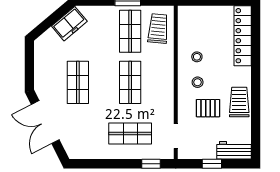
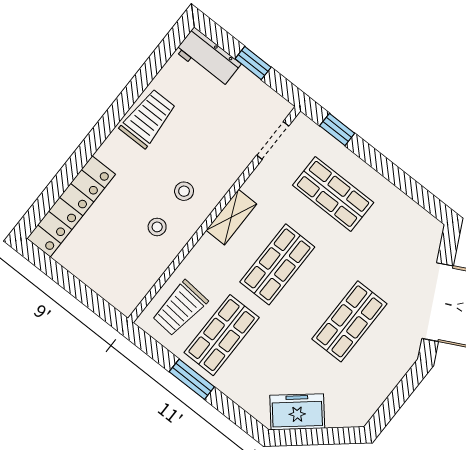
shelving: (167, 87) -> (231, 217), added
trolley: (239, 102) -> (148, 118), turned 180
pallet: (208, 108) -> (198, 144), removed

